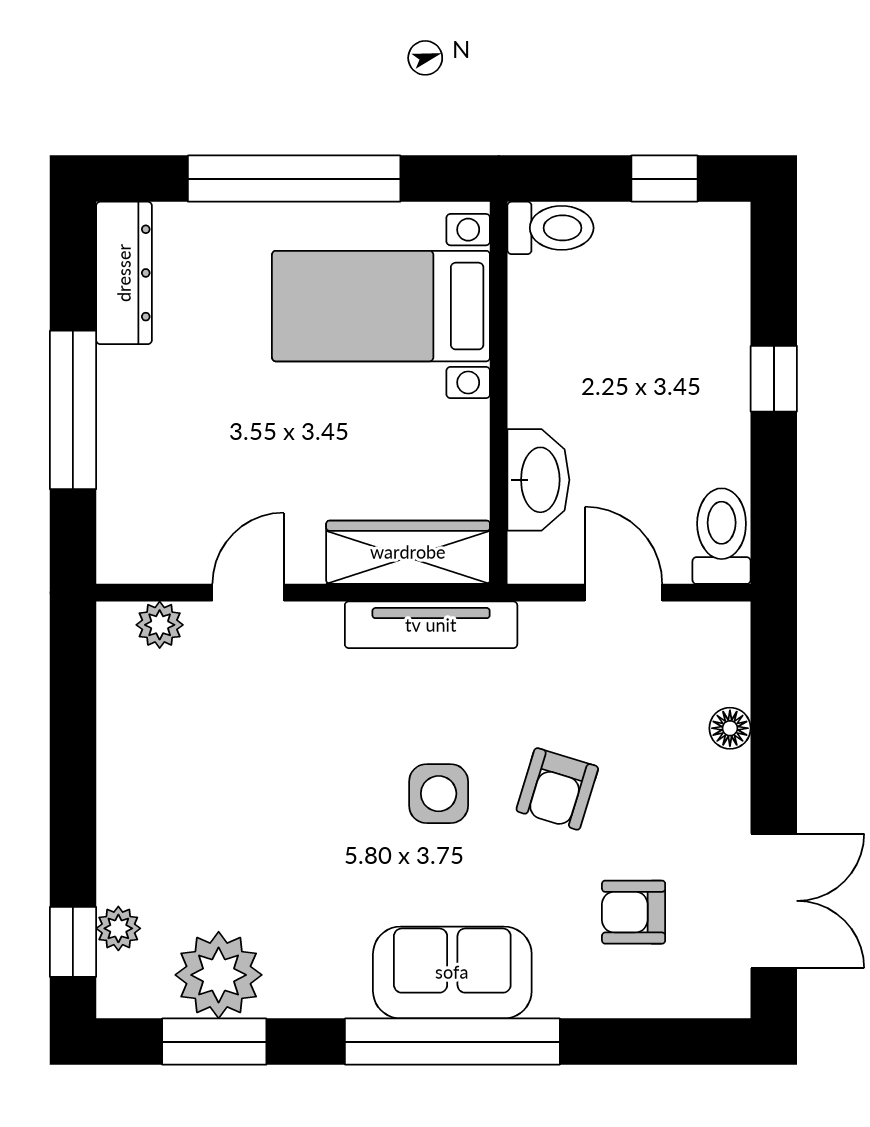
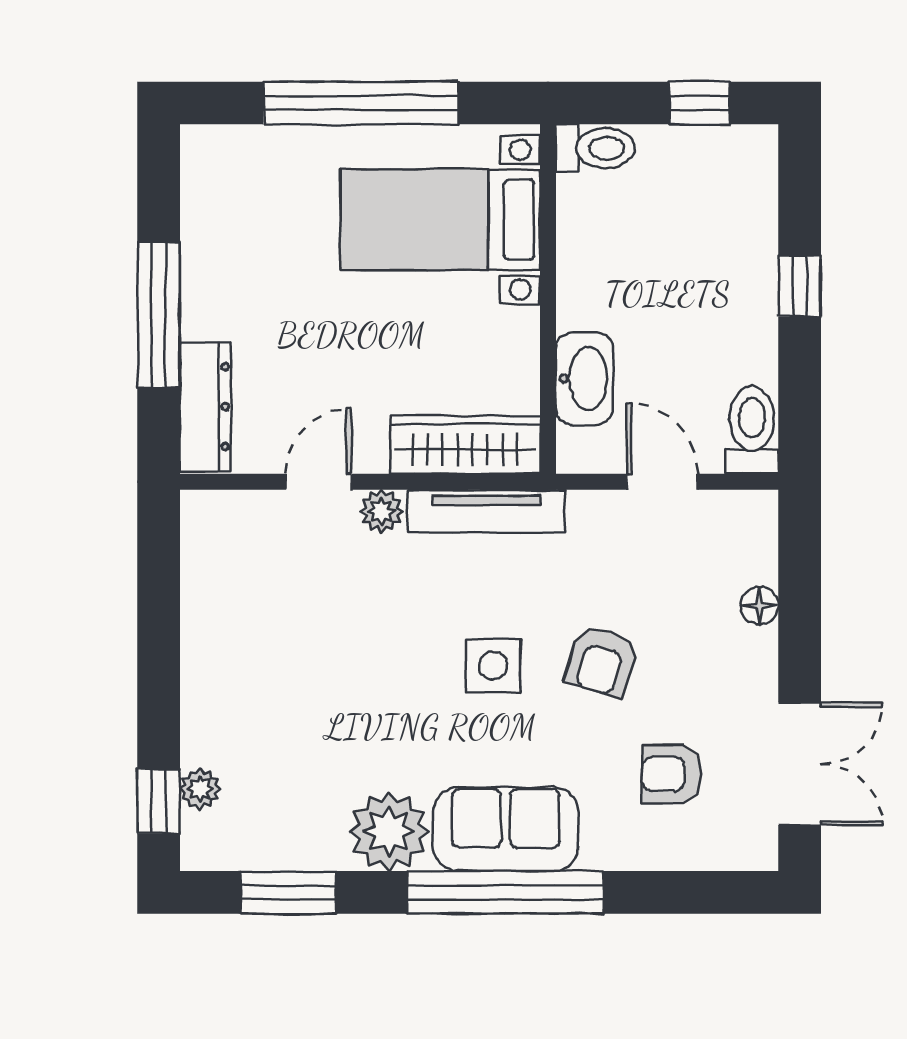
dresser: (124, 273) -> (205, 407), moved
plant: (160, 625) -> (382, 511), moved
plant: (219, 975) -> (389, 831), moved

